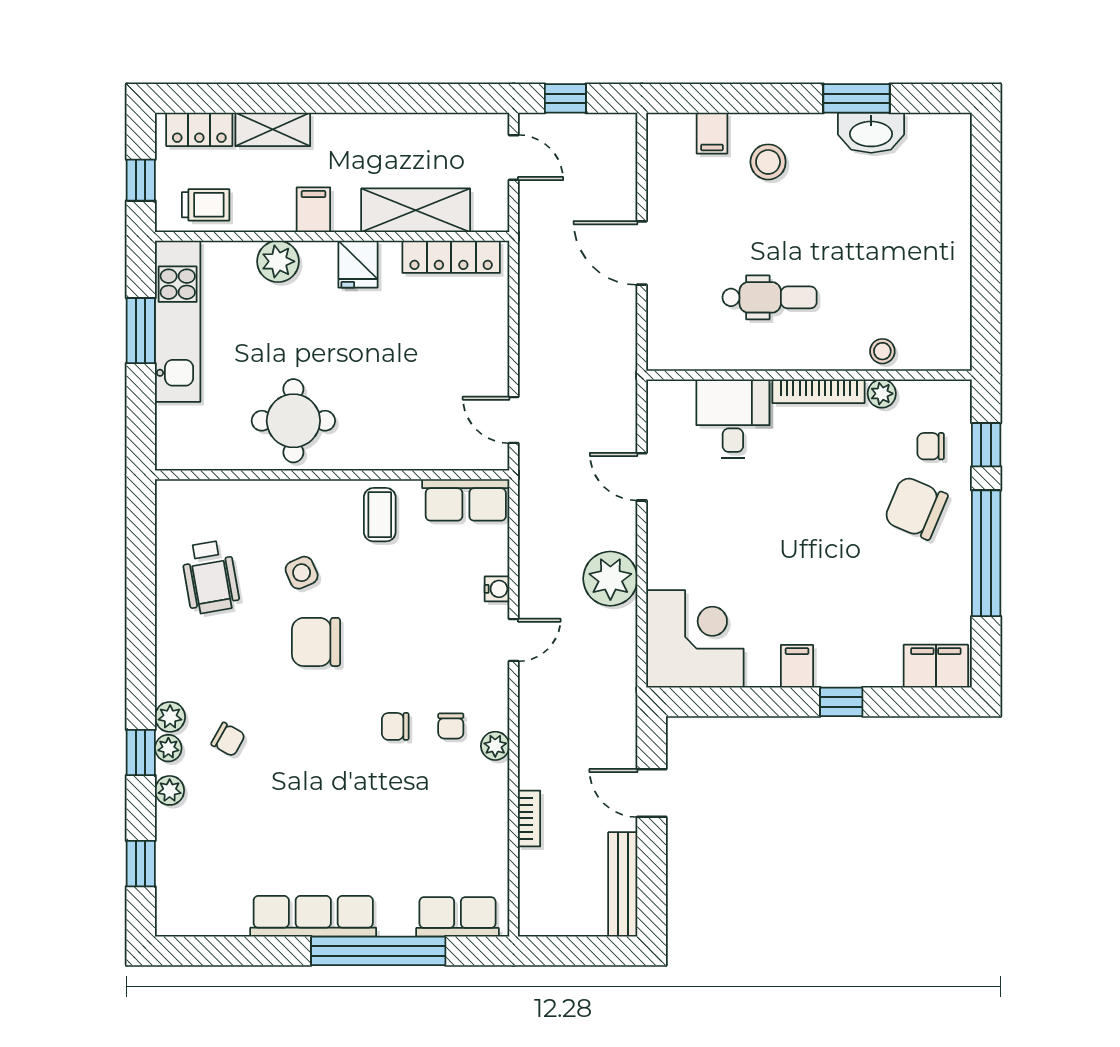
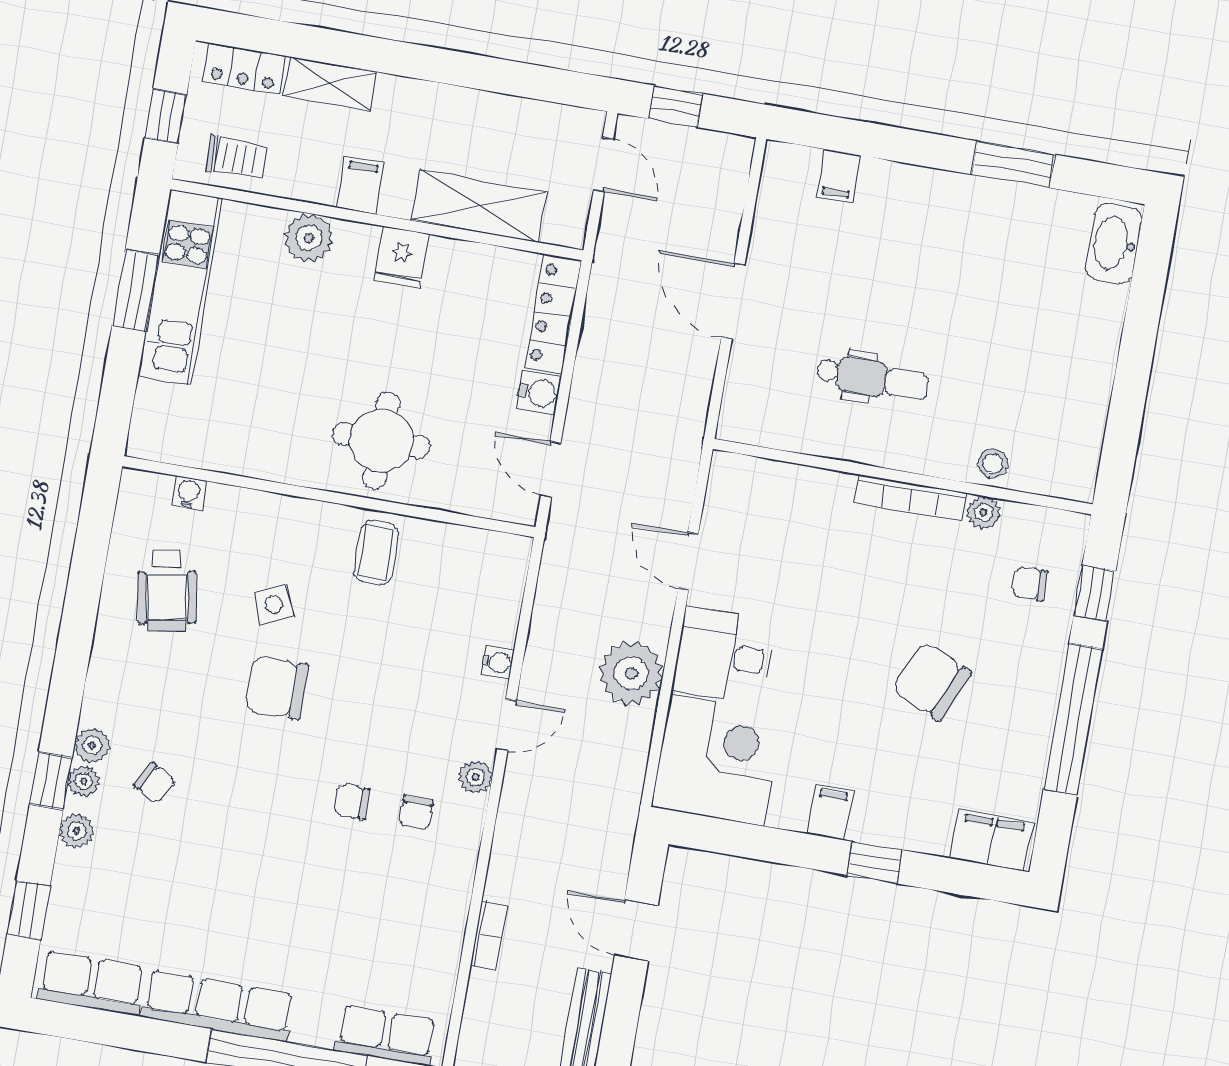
washbasin: (871, 133) -> (1114, 244), moved, turned 90
stool: (768, 162) -> (898, 221), removed
locker: (451, 257) -> (553, 314), moved, turned 90
water cooler: (493, 358) -> (539, 393), added
desk: (733, 419) -> (724, 656), moved, turned -90
round table: (293, 421) -> (381, 440), moved
water cooler: (214, 492) -> (188, 493), added
row of seats: (466, 500) -> (91, 983), moved, turned 180
chair: (916, 508) -> (931, 681), moved
plant: (495, 746) -> (476, 777), moved

